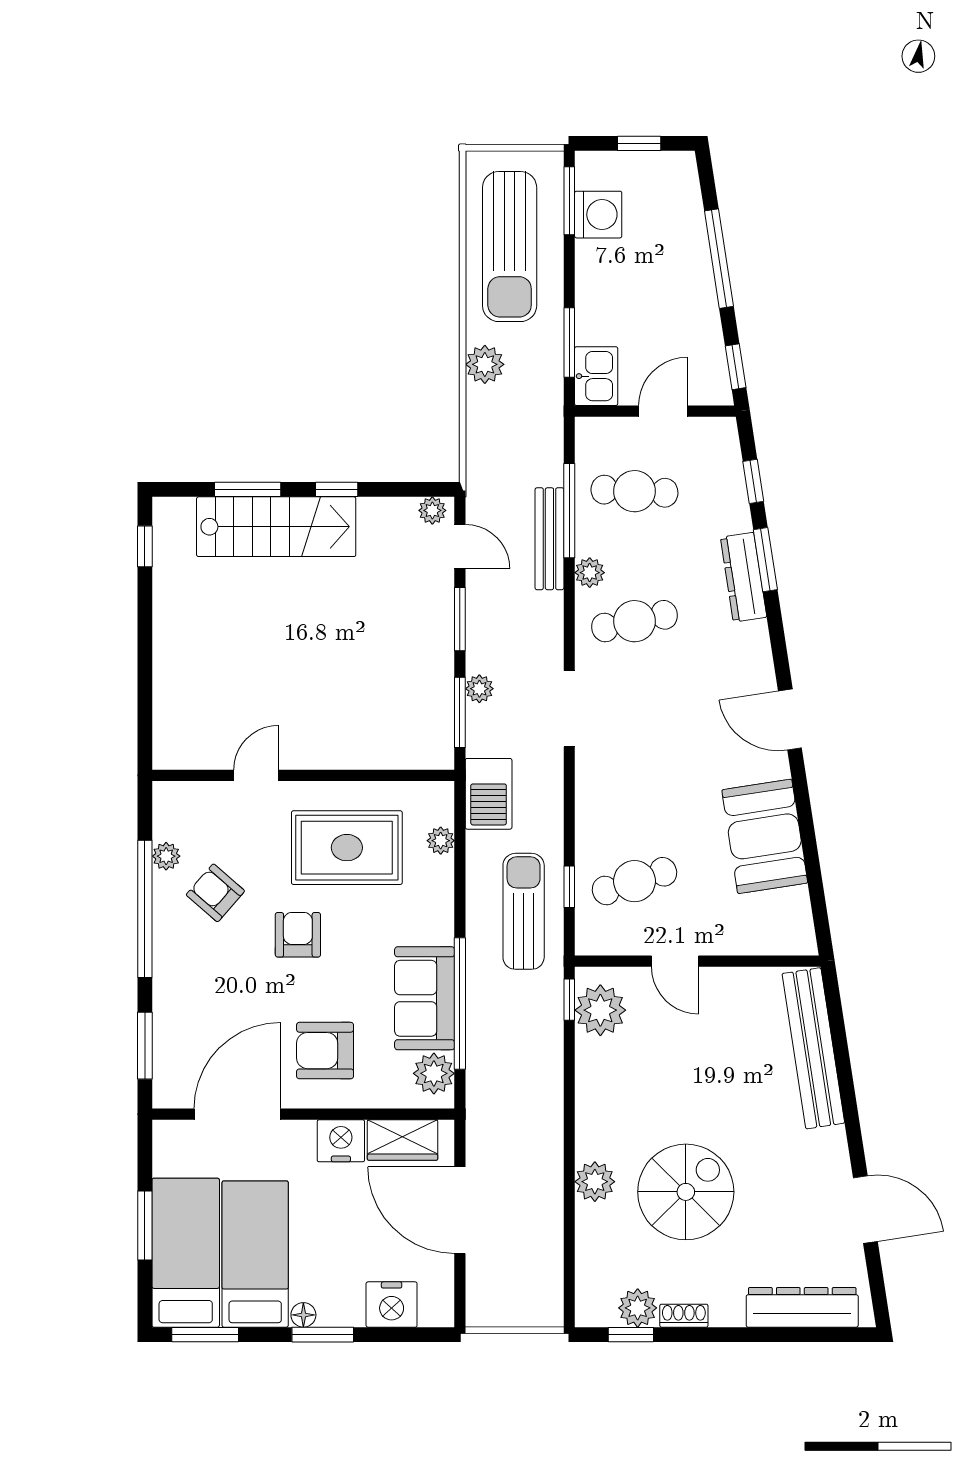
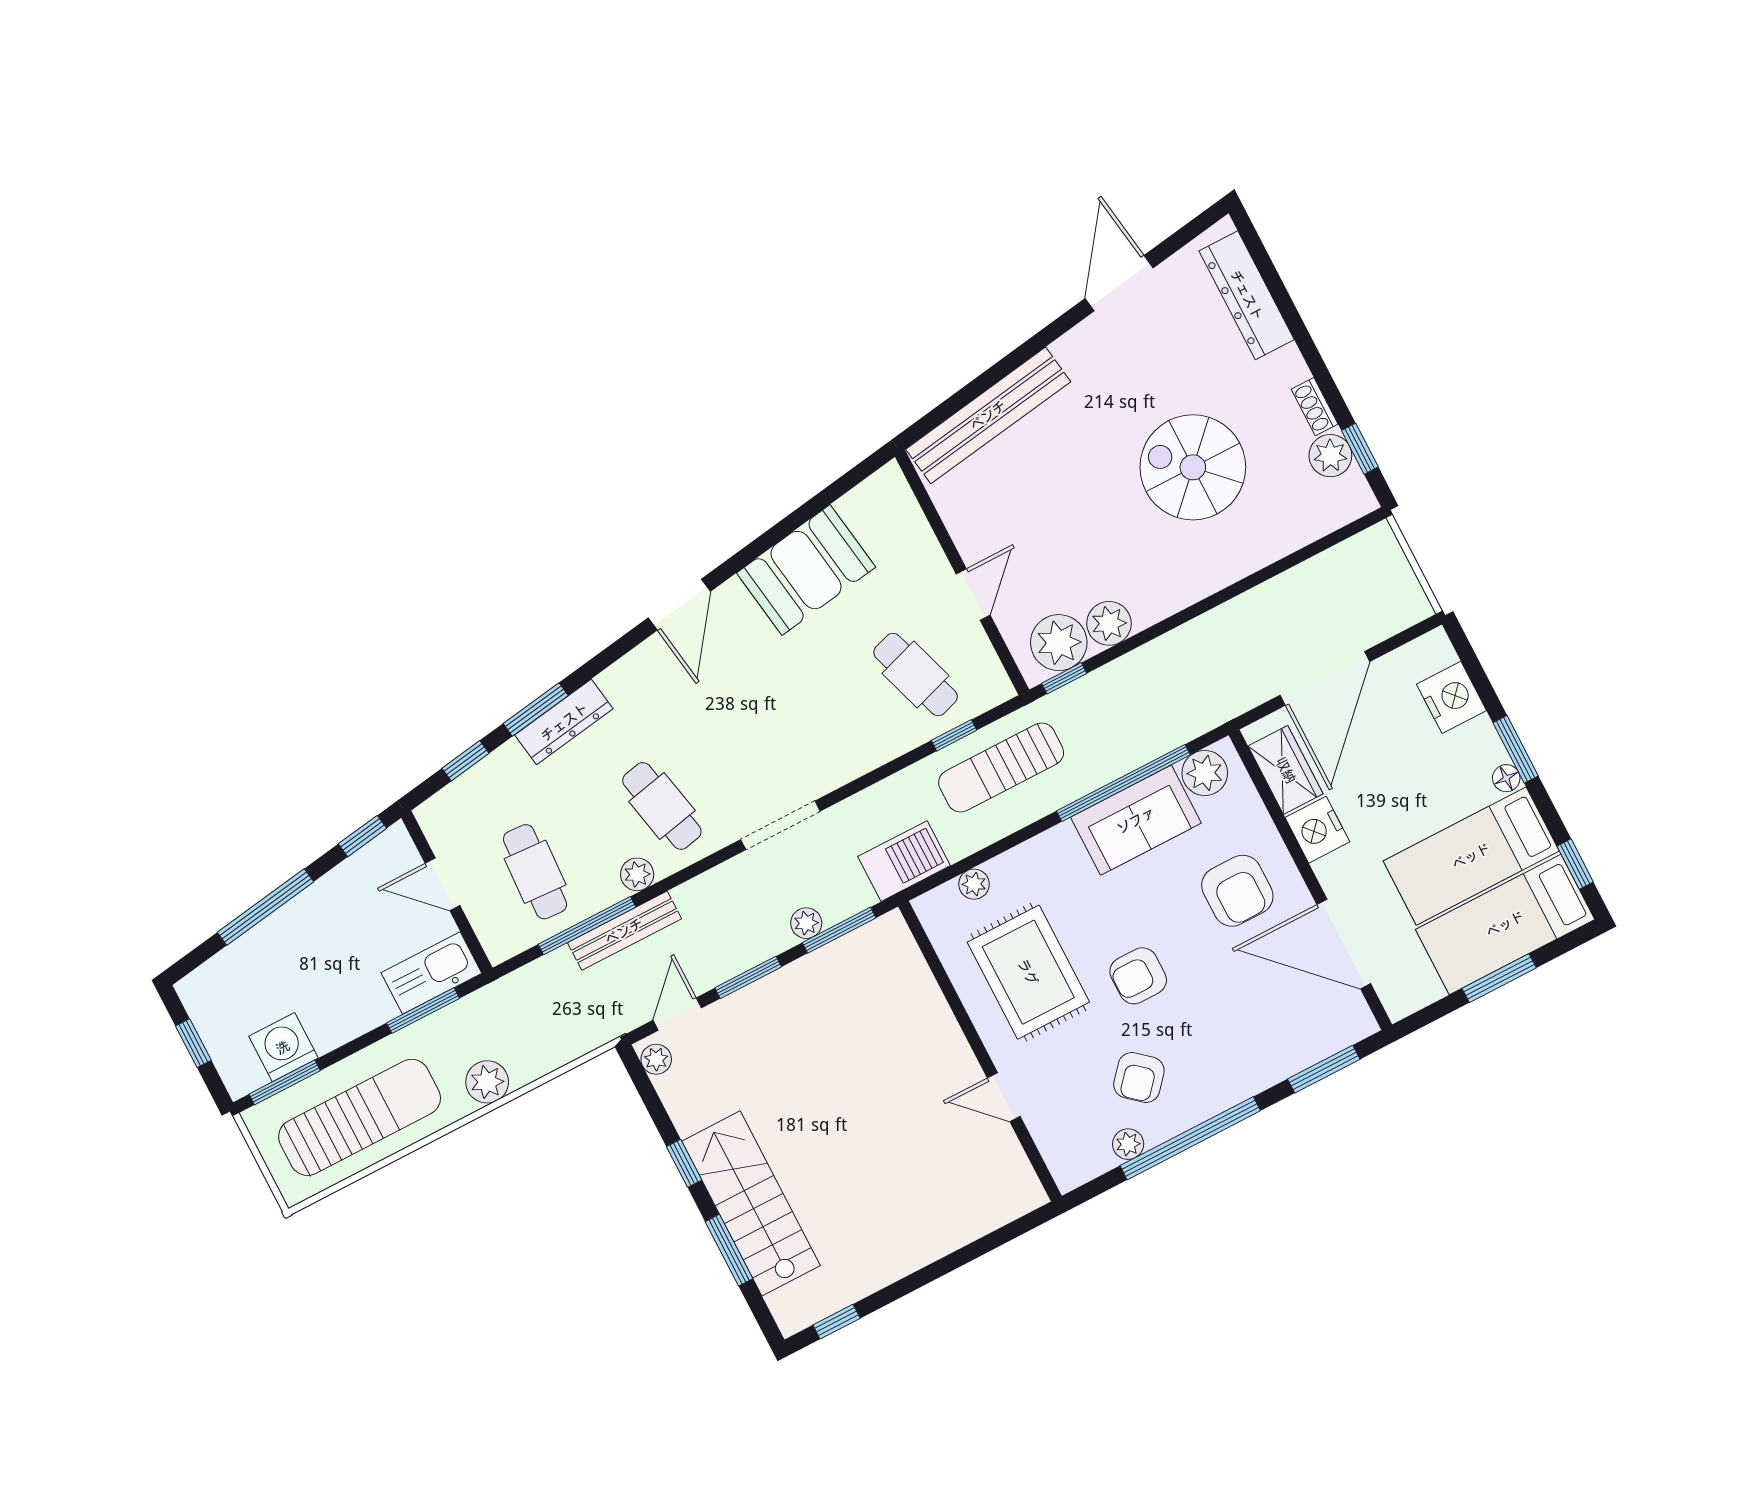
kitchen sink: (596, 376) -> (431, 973), width x1.38
plant: (595, 1182) -> (1109, 623), moved
window: (205, 1335) -> (1575, 864), width x0.67

